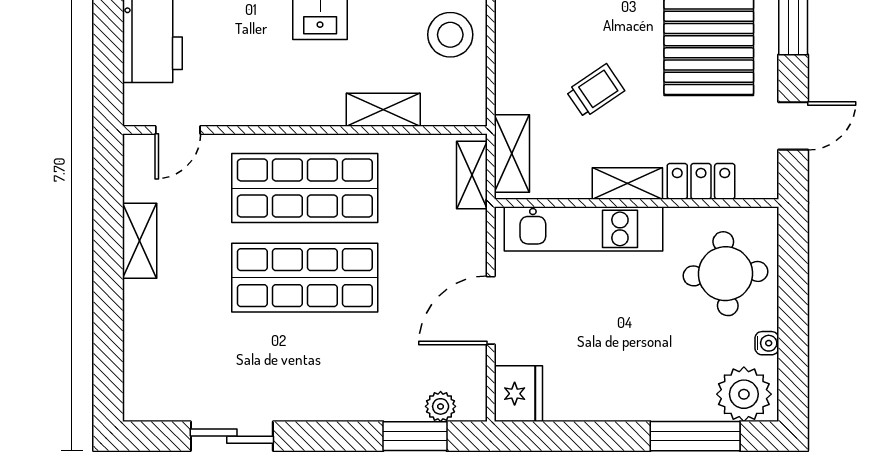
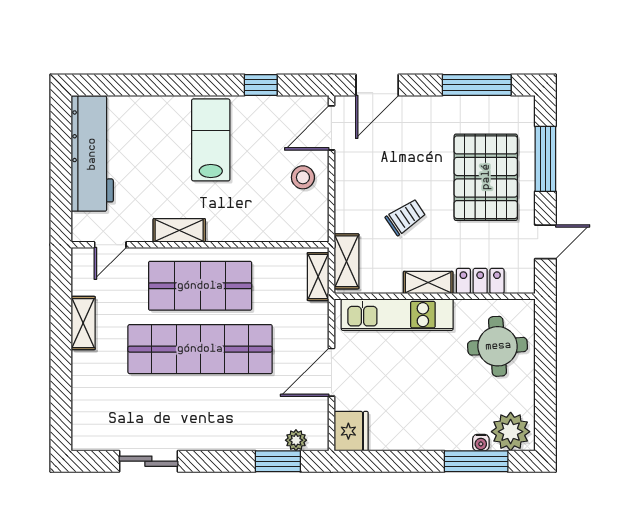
stool: (450, 35) -> (303, 177), width x0.73, depth x0.73
shelving: (383, 110) -> (179, 230), moved
shop shelf: (305, 278) -> (200, 349), width x1.40
water cooler: (767, 343) -> (481, 443), moved, turned 90

